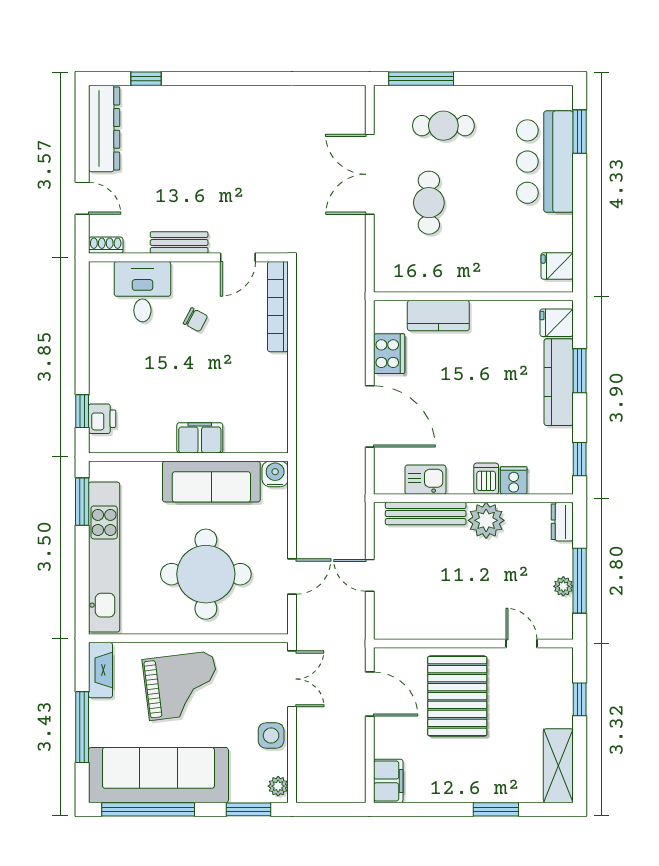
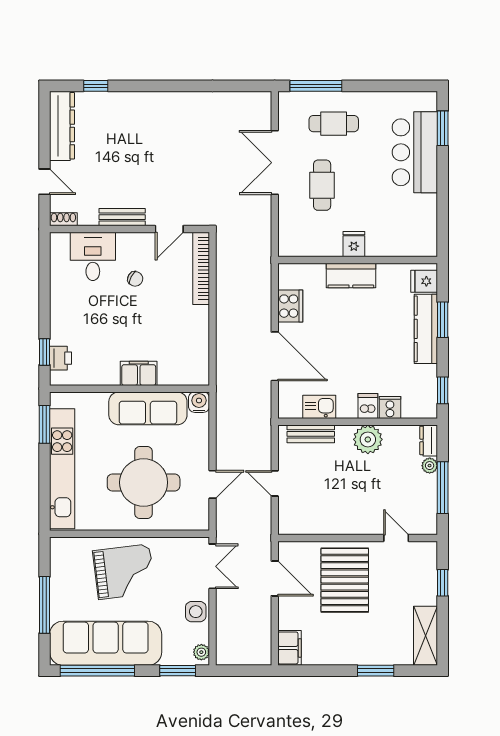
fridge: (557, 266) -> (354, 244), moved, turned 90
kitchen counter: (438, 316) -> (351, 276), moved
bench: (426, 514) -> (311, 434), width x0.73
plant: (563, 586) -> (430, 466), moved
fireplace: (100, 670) -> (59, 559), removed

